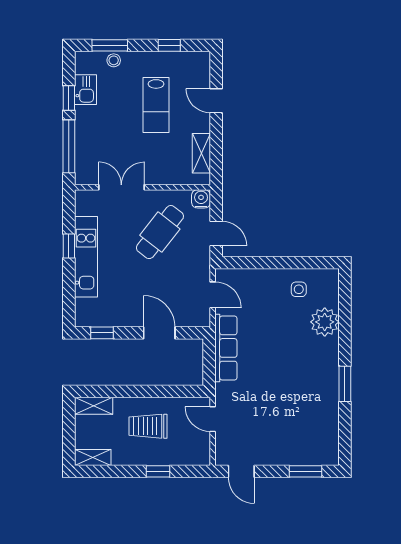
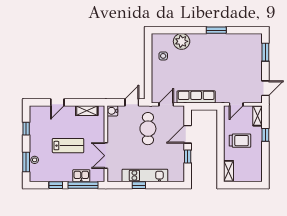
kitchen sink: (85, 90) -> (81, 176), moved
lab bench: (156, 105) -> (68, 146), moved
cafe table: (160, 232) -> (148, 129), moved, turned 52
window: (102, 333) -> (188, 156), moved
trolley: (148, 426) -> (240, 141), turned -90
shelving: (93, 457) -> (258, 116), moved

